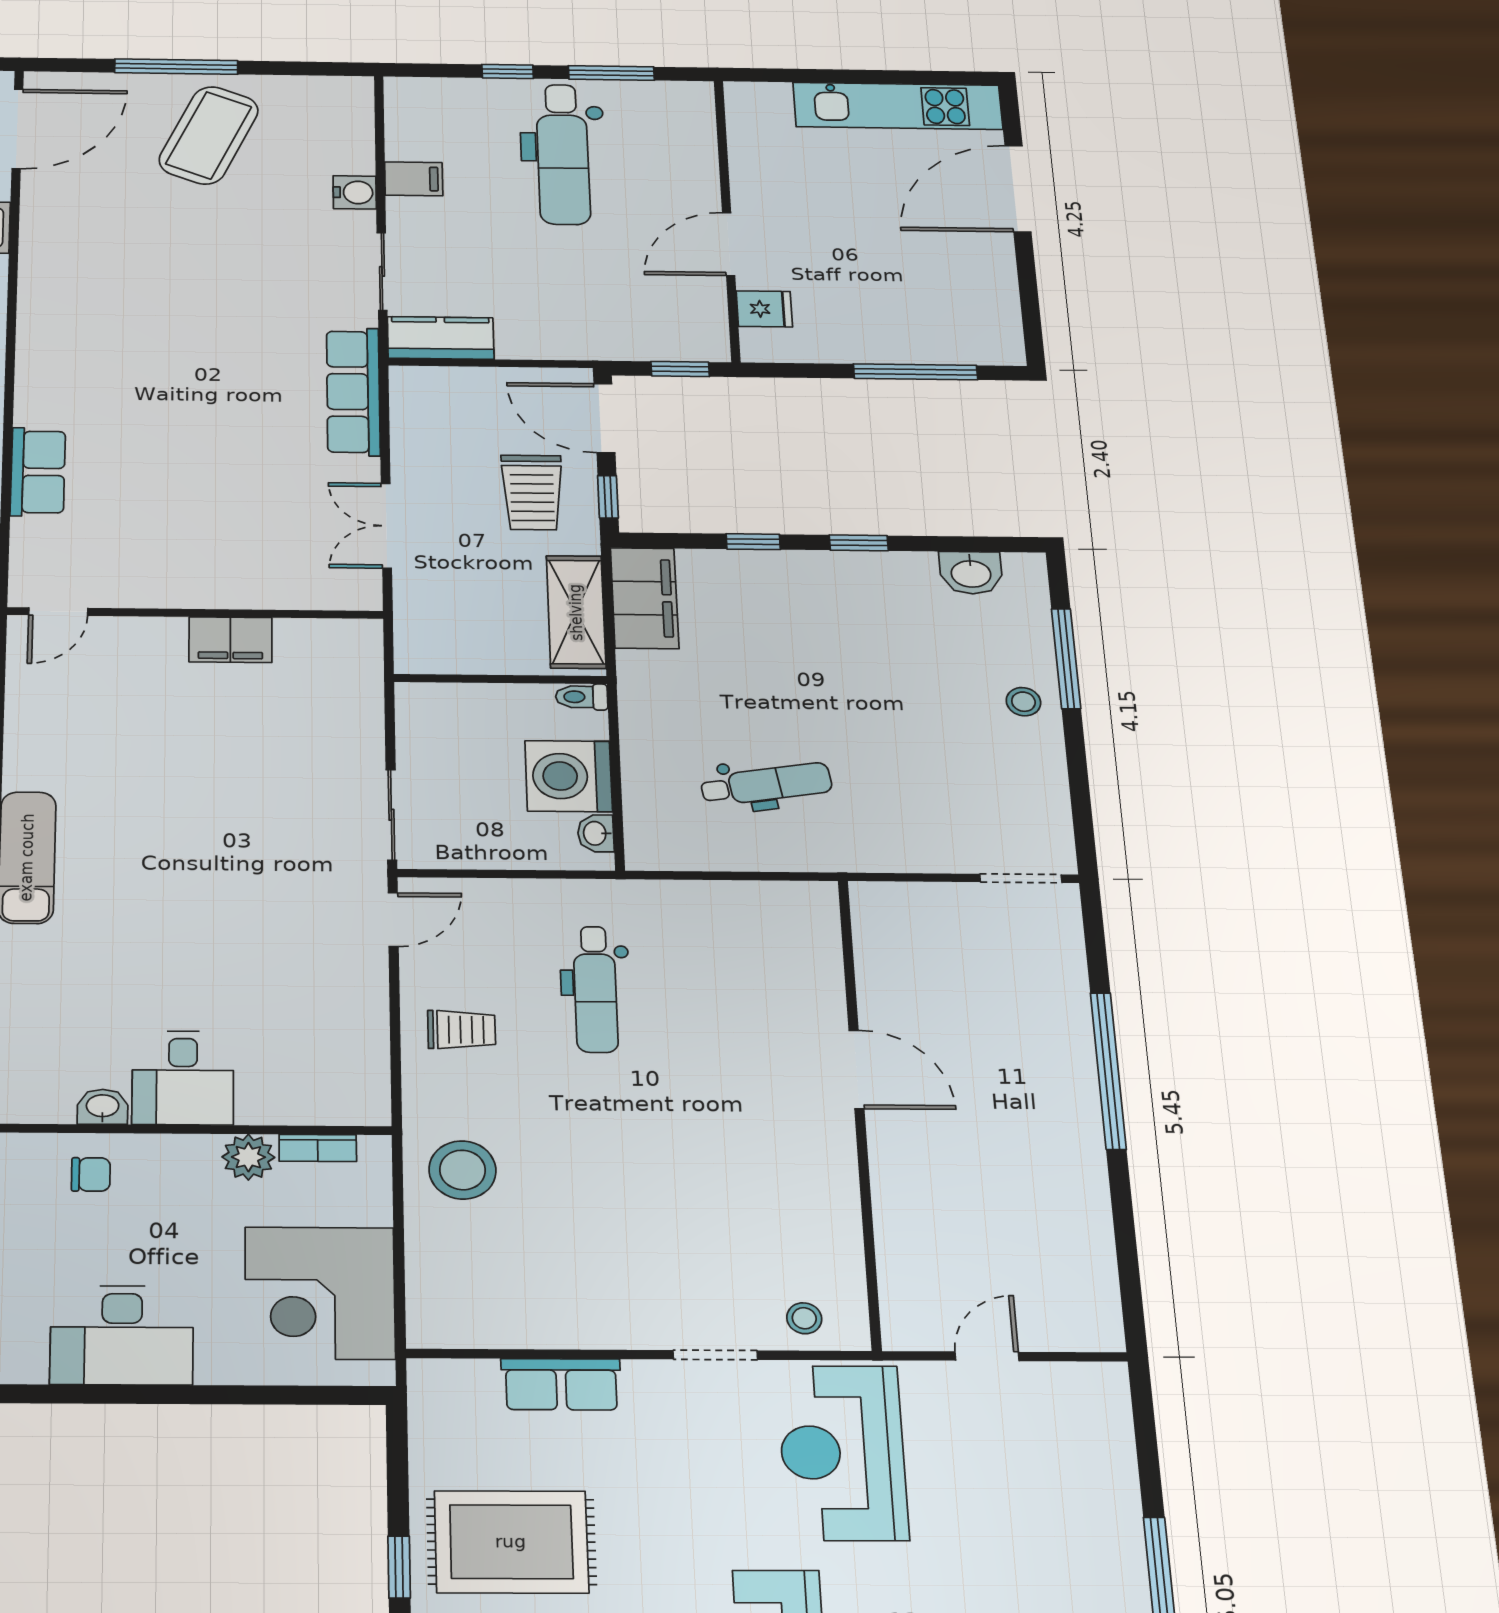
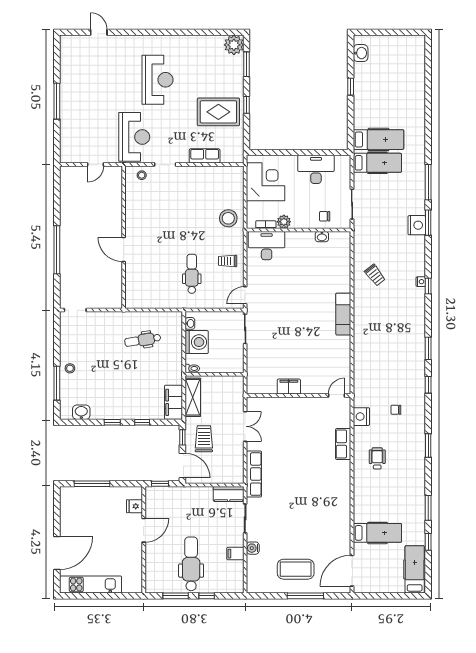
coffee table: (209, 135) -> (296, 569), turned 67
desk: (183, 1078) -> (267, 246), moved, width x1.37

